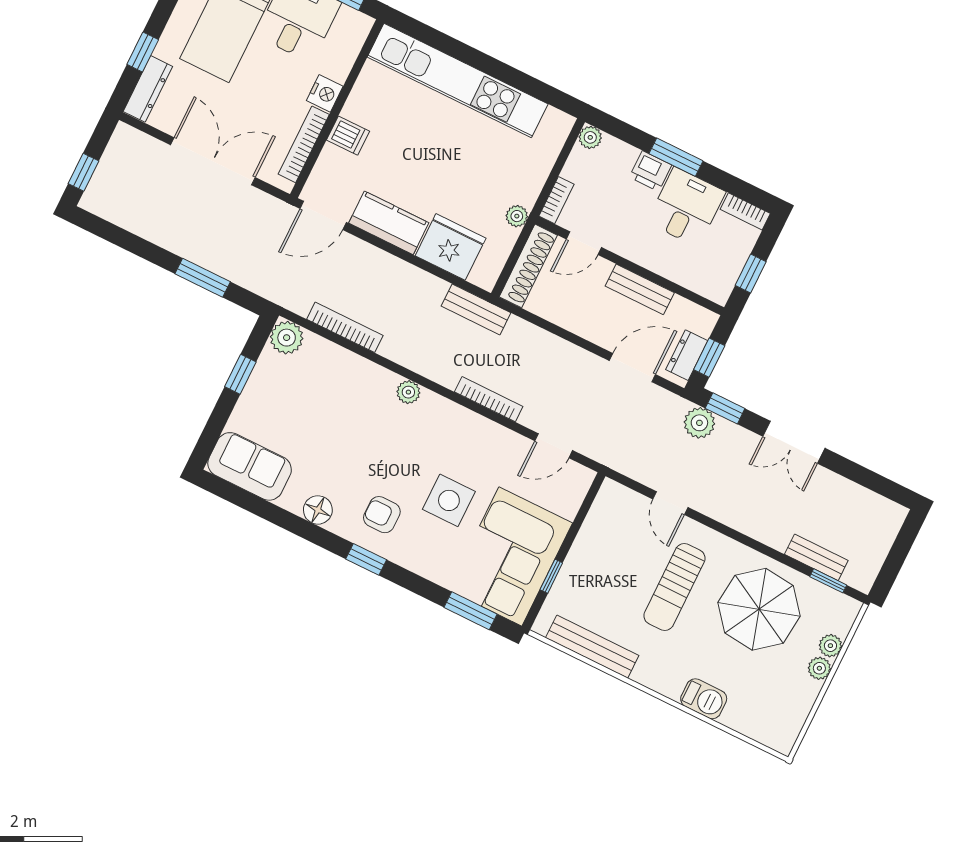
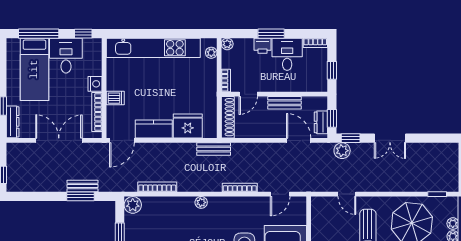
plant: (517, 216) -> (211, 53), moved
door: (632, 368) -> (299, 140), hinge flipped
bench: (816, 557) -> (83, 186), moved

